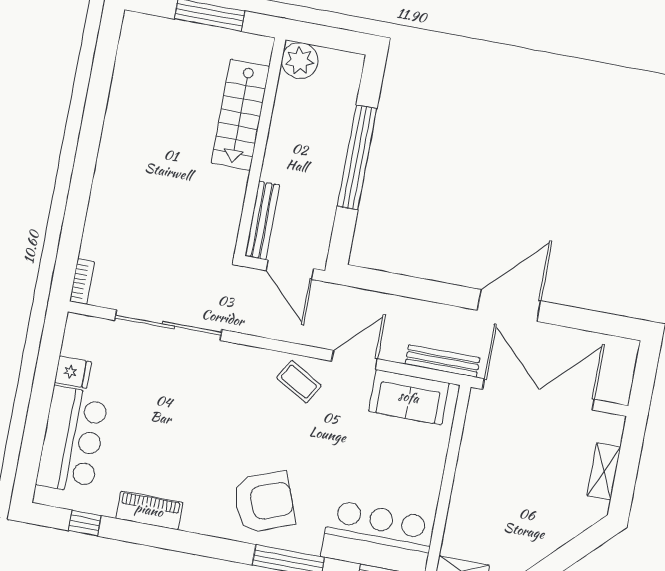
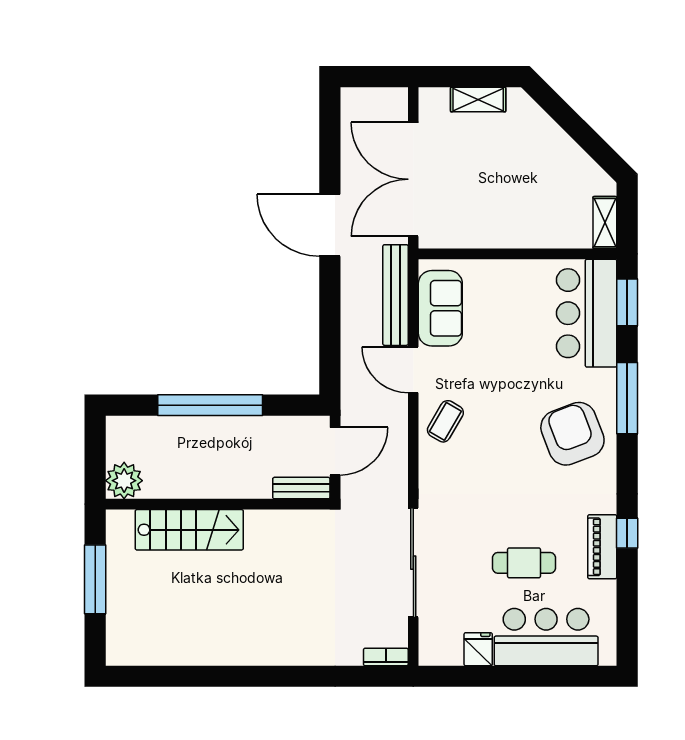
bench: (262, 220) -> (301, 488), width x0.73
bench: (443, 361) -> (395, 295), width x1.37, depth x1.21
cafe table: (148, 432) -> (524, 563), added
window: (85, 523) -> (627, 533), moved

